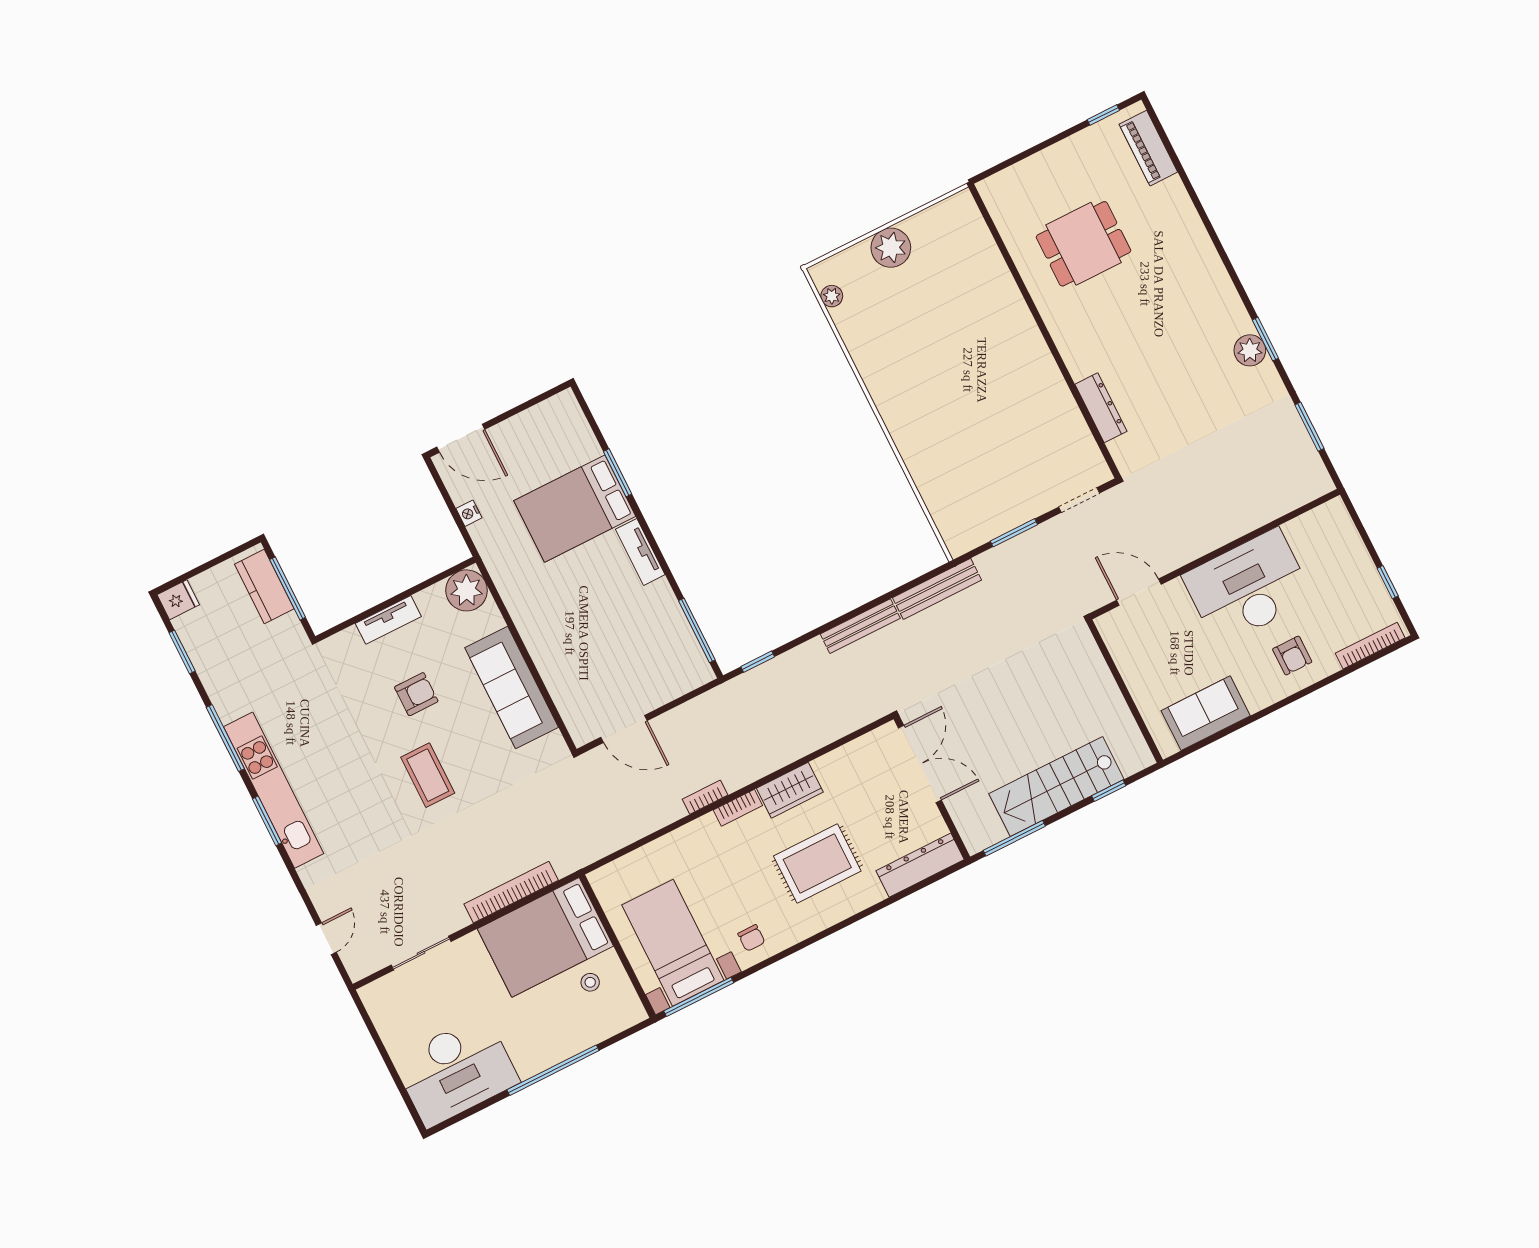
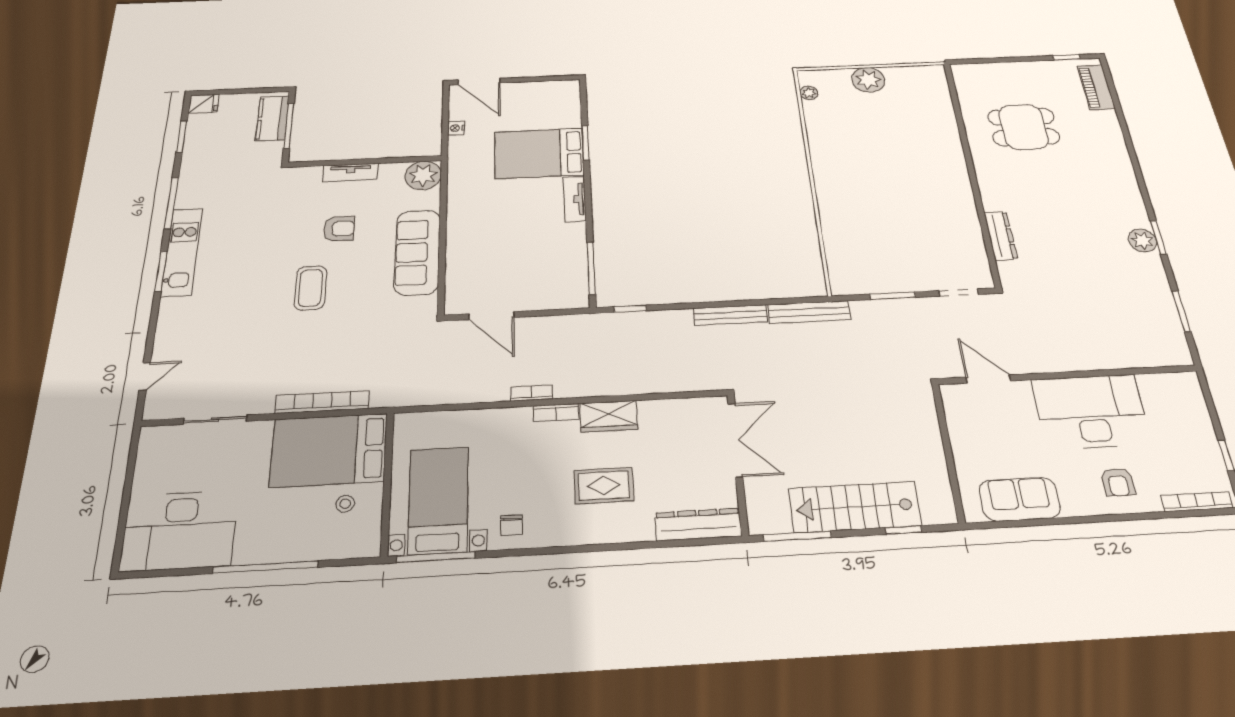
kitchen unit: (274, 790) -> (182, 252), width x0.73
rug: (817, 863) -> (604, 486), width x0.73, depth x0.70

